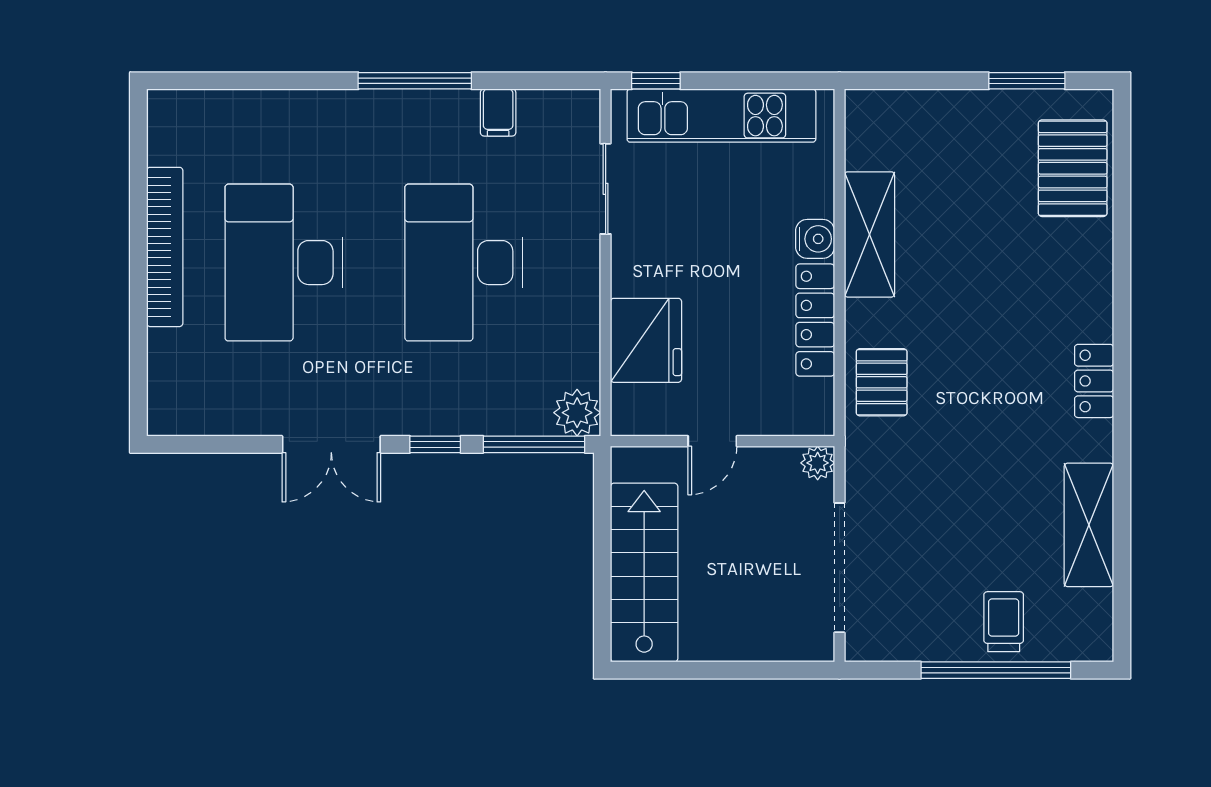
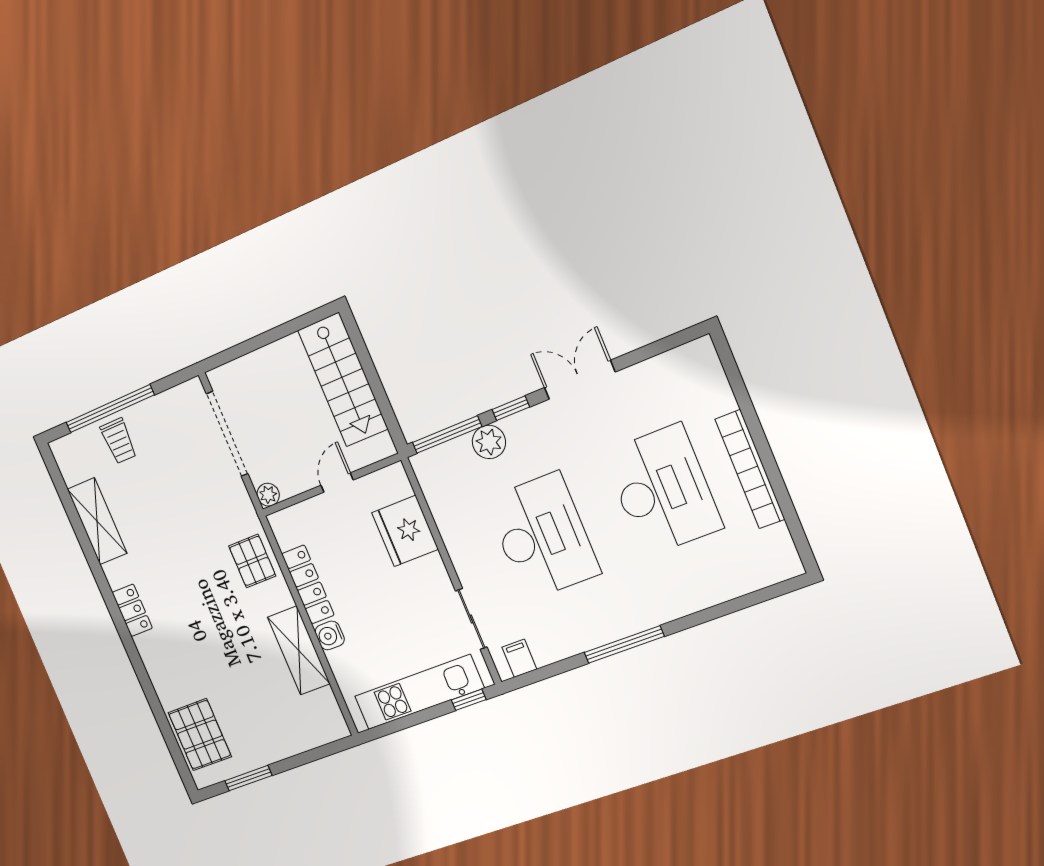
filing cabinet: (498, 112) -> (519, 658), moved
plant: (577, 413) -> (489, 442), moved

